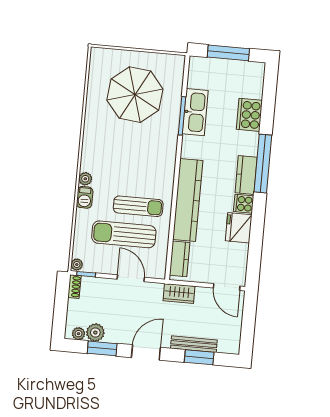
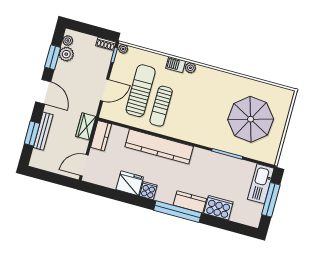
kitchen sink: (195, 112) -> (261, 184), moved, turned 90
kitchen counter: (246, 175) -> (190, 202), moved
kitchen counter: (180, 259) -> (101, 136), moved, turned -90

